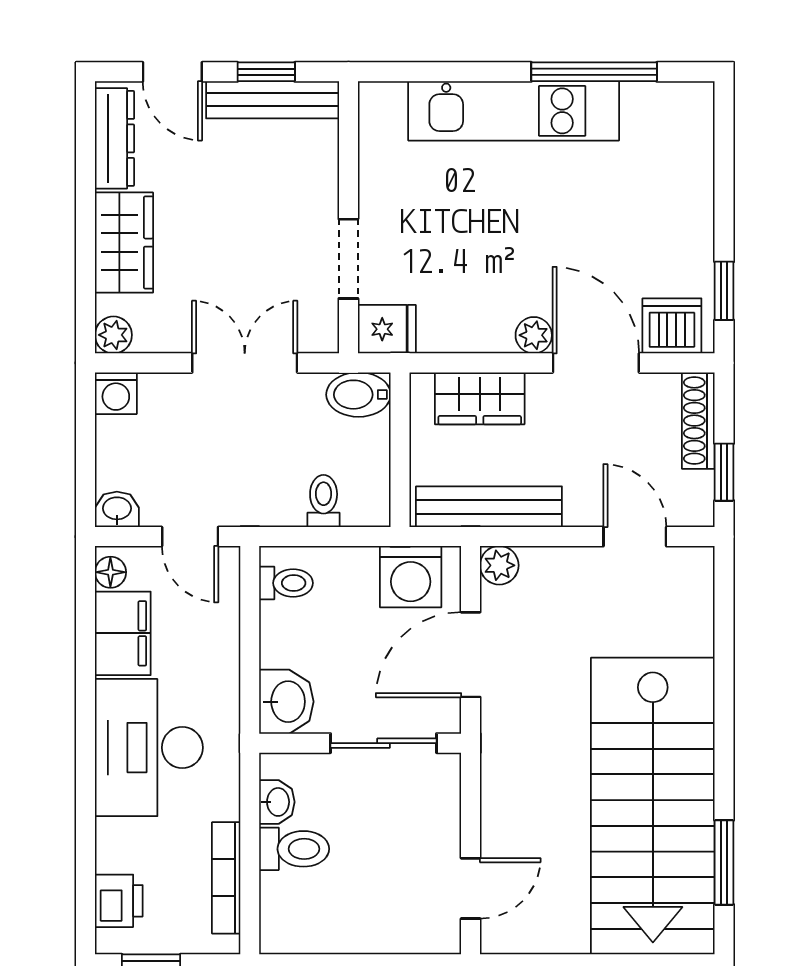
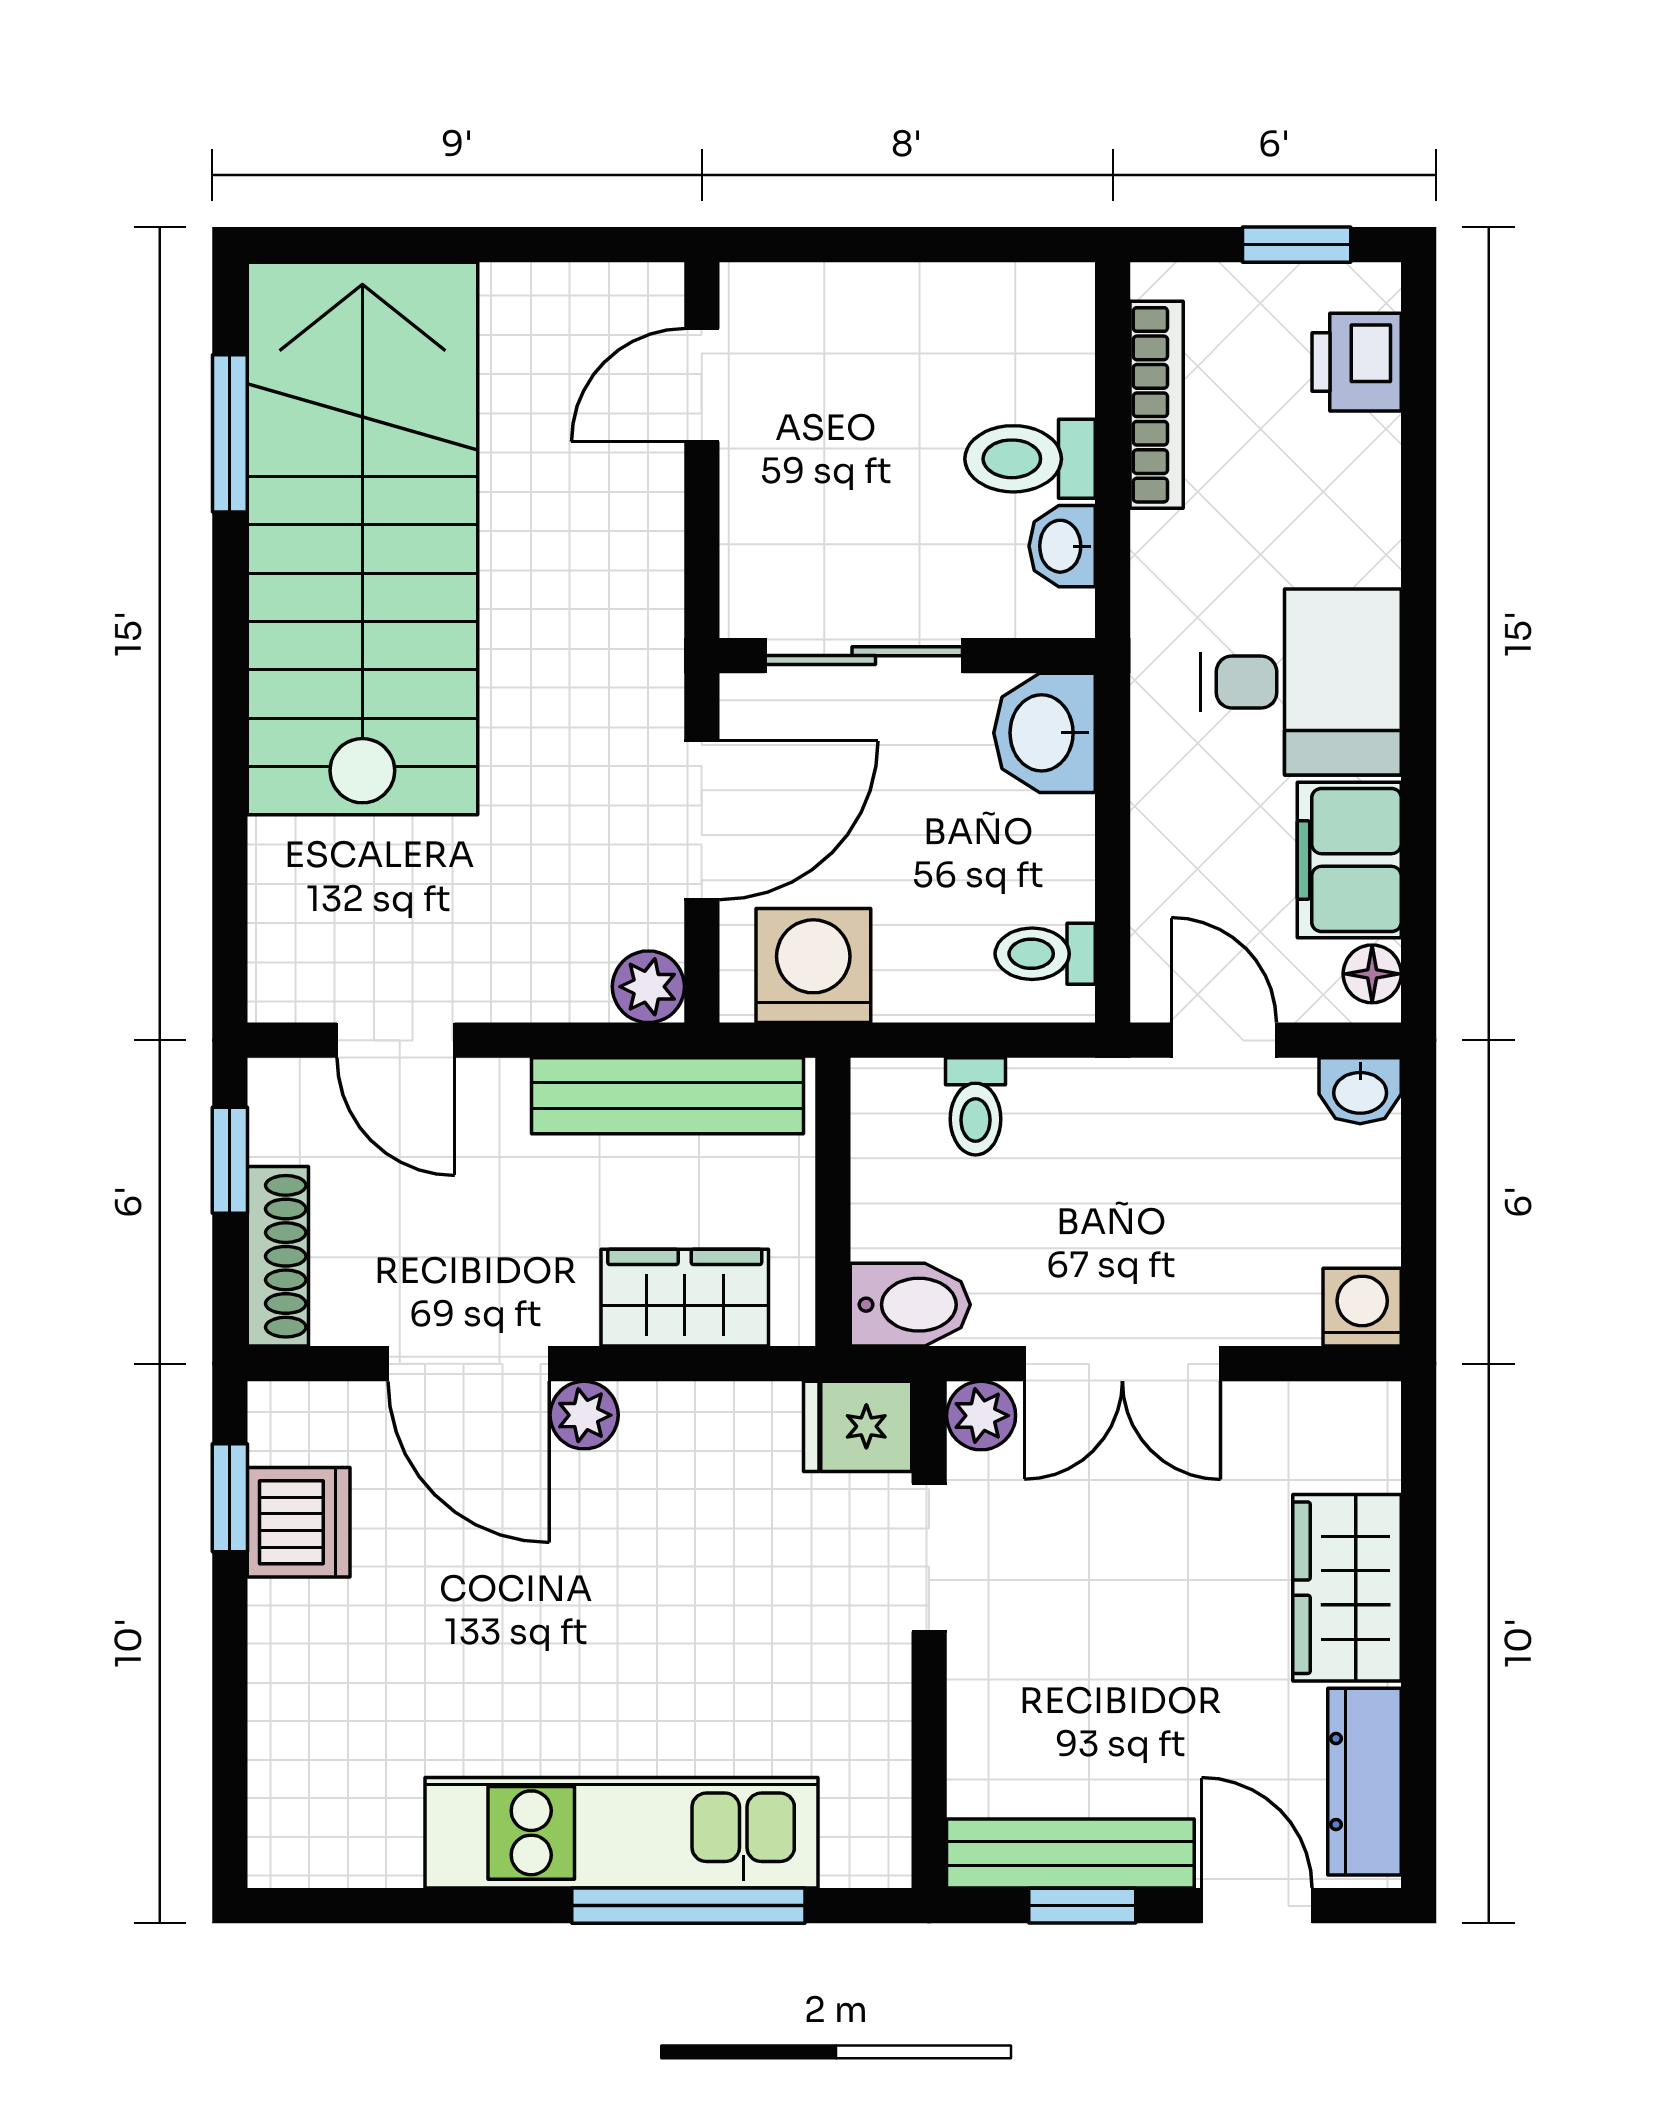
window: (594, 72) -> (688, 1906), moved
dishwasher: (672, 326) -> (299, 1522), moved, turned -90
plant: (113, 335) -> (981, 1416), moved
desk: (149, 748) -> (1301, 682), width x0.73

